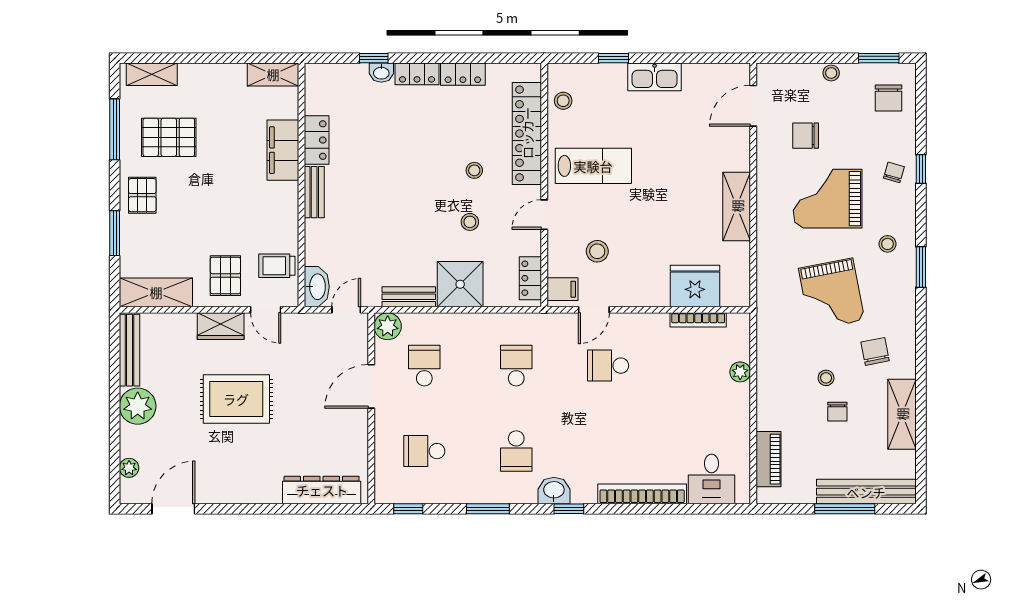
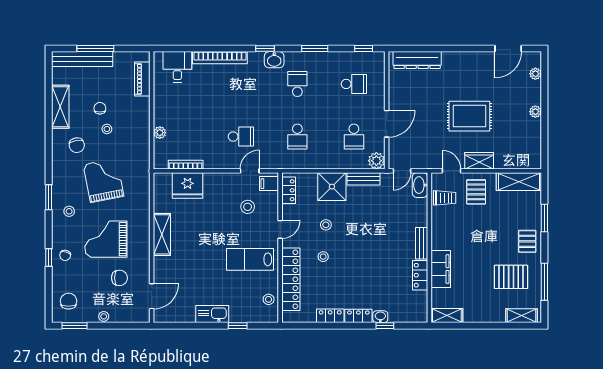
grand piano: (828, 199) -> (106, 239), turned 180
bench: (129, 350) -> (535, 146), removed
plant: (138, 406) -> (535, 112), width x0.53, depth x0.53

